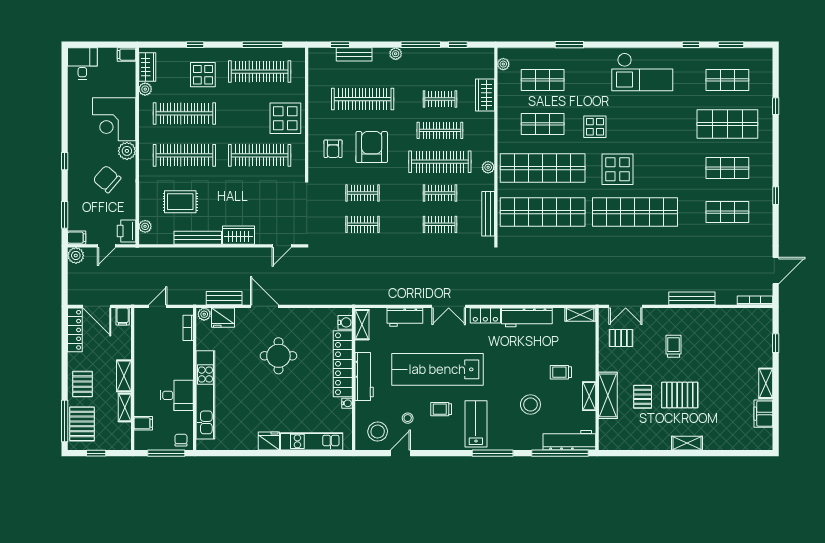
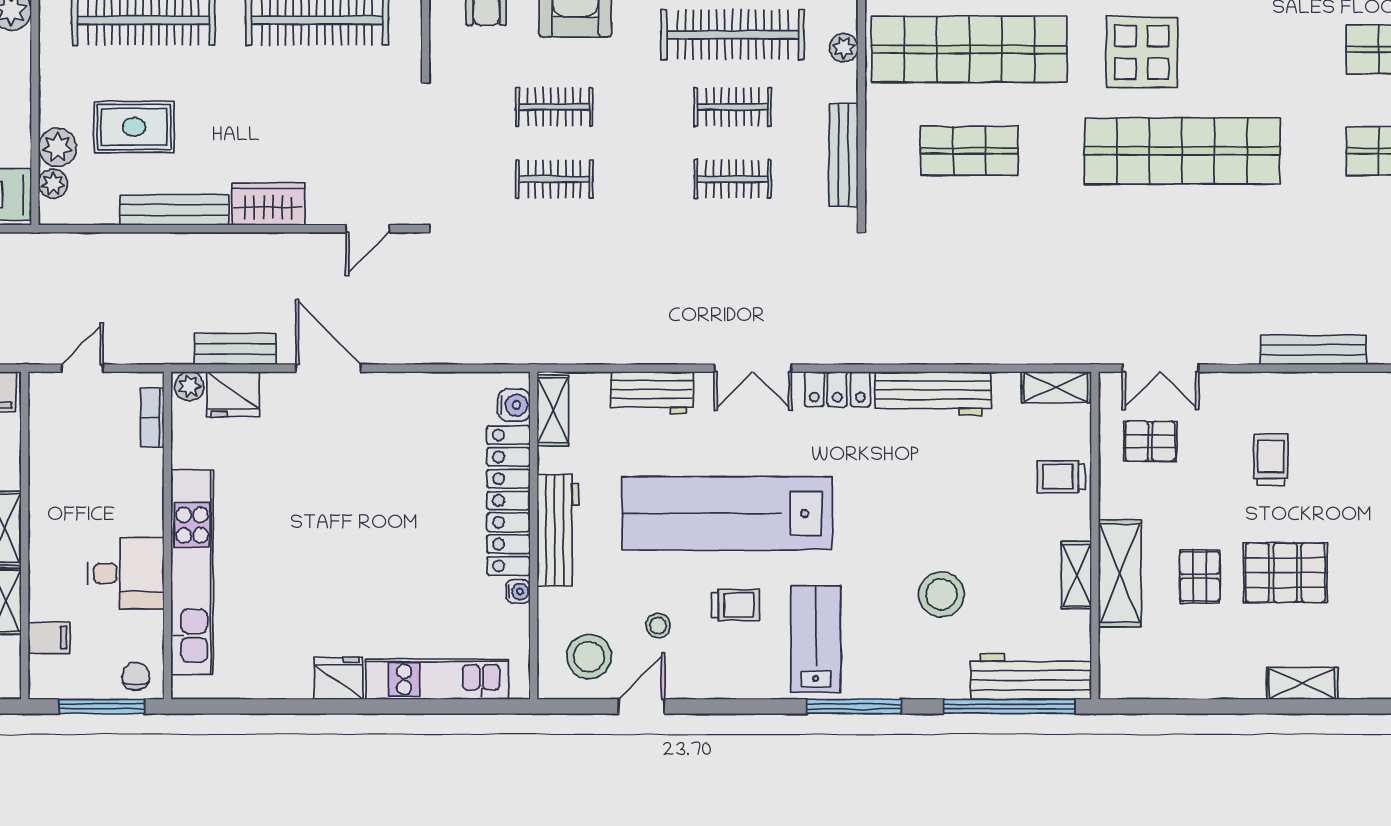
plant: (147, 211) -> (58, 147), added
shop shelf: (543, 212) -> (969, 151), width x0.50, depth x0.74
round table: (278, 356) -> (360, 482), removed
trolley: (561, 372) -> (1061, 477), moved
trolley: (441, 409) -> (735, 605), turned 180

